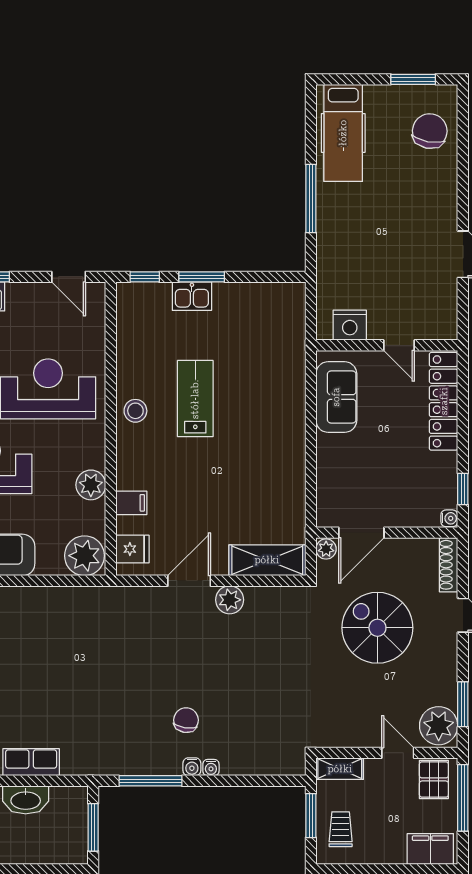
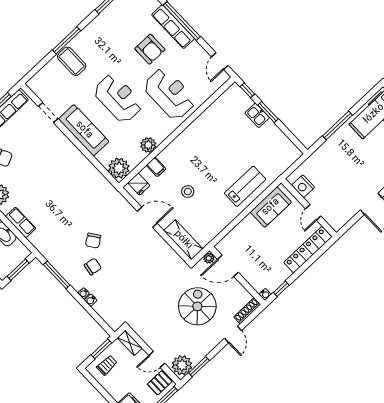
lab bench: (195, 399) -> (245, 186), moved
stool: (135, 411) -> (188, 192), moved
plant: (230, 600) -> (155, 240), removed
chair: (151, 686) -> (93, 241), added
door: (398, 753) -> (157, 359), swing flipped
water cooler: (192, 767) -> (91, 300), moved

